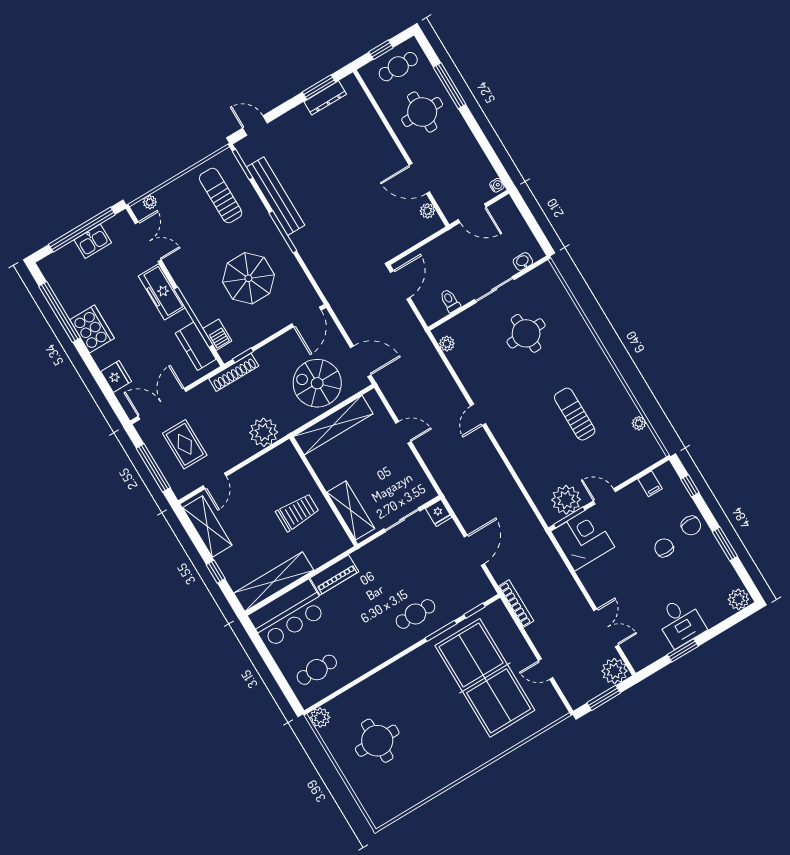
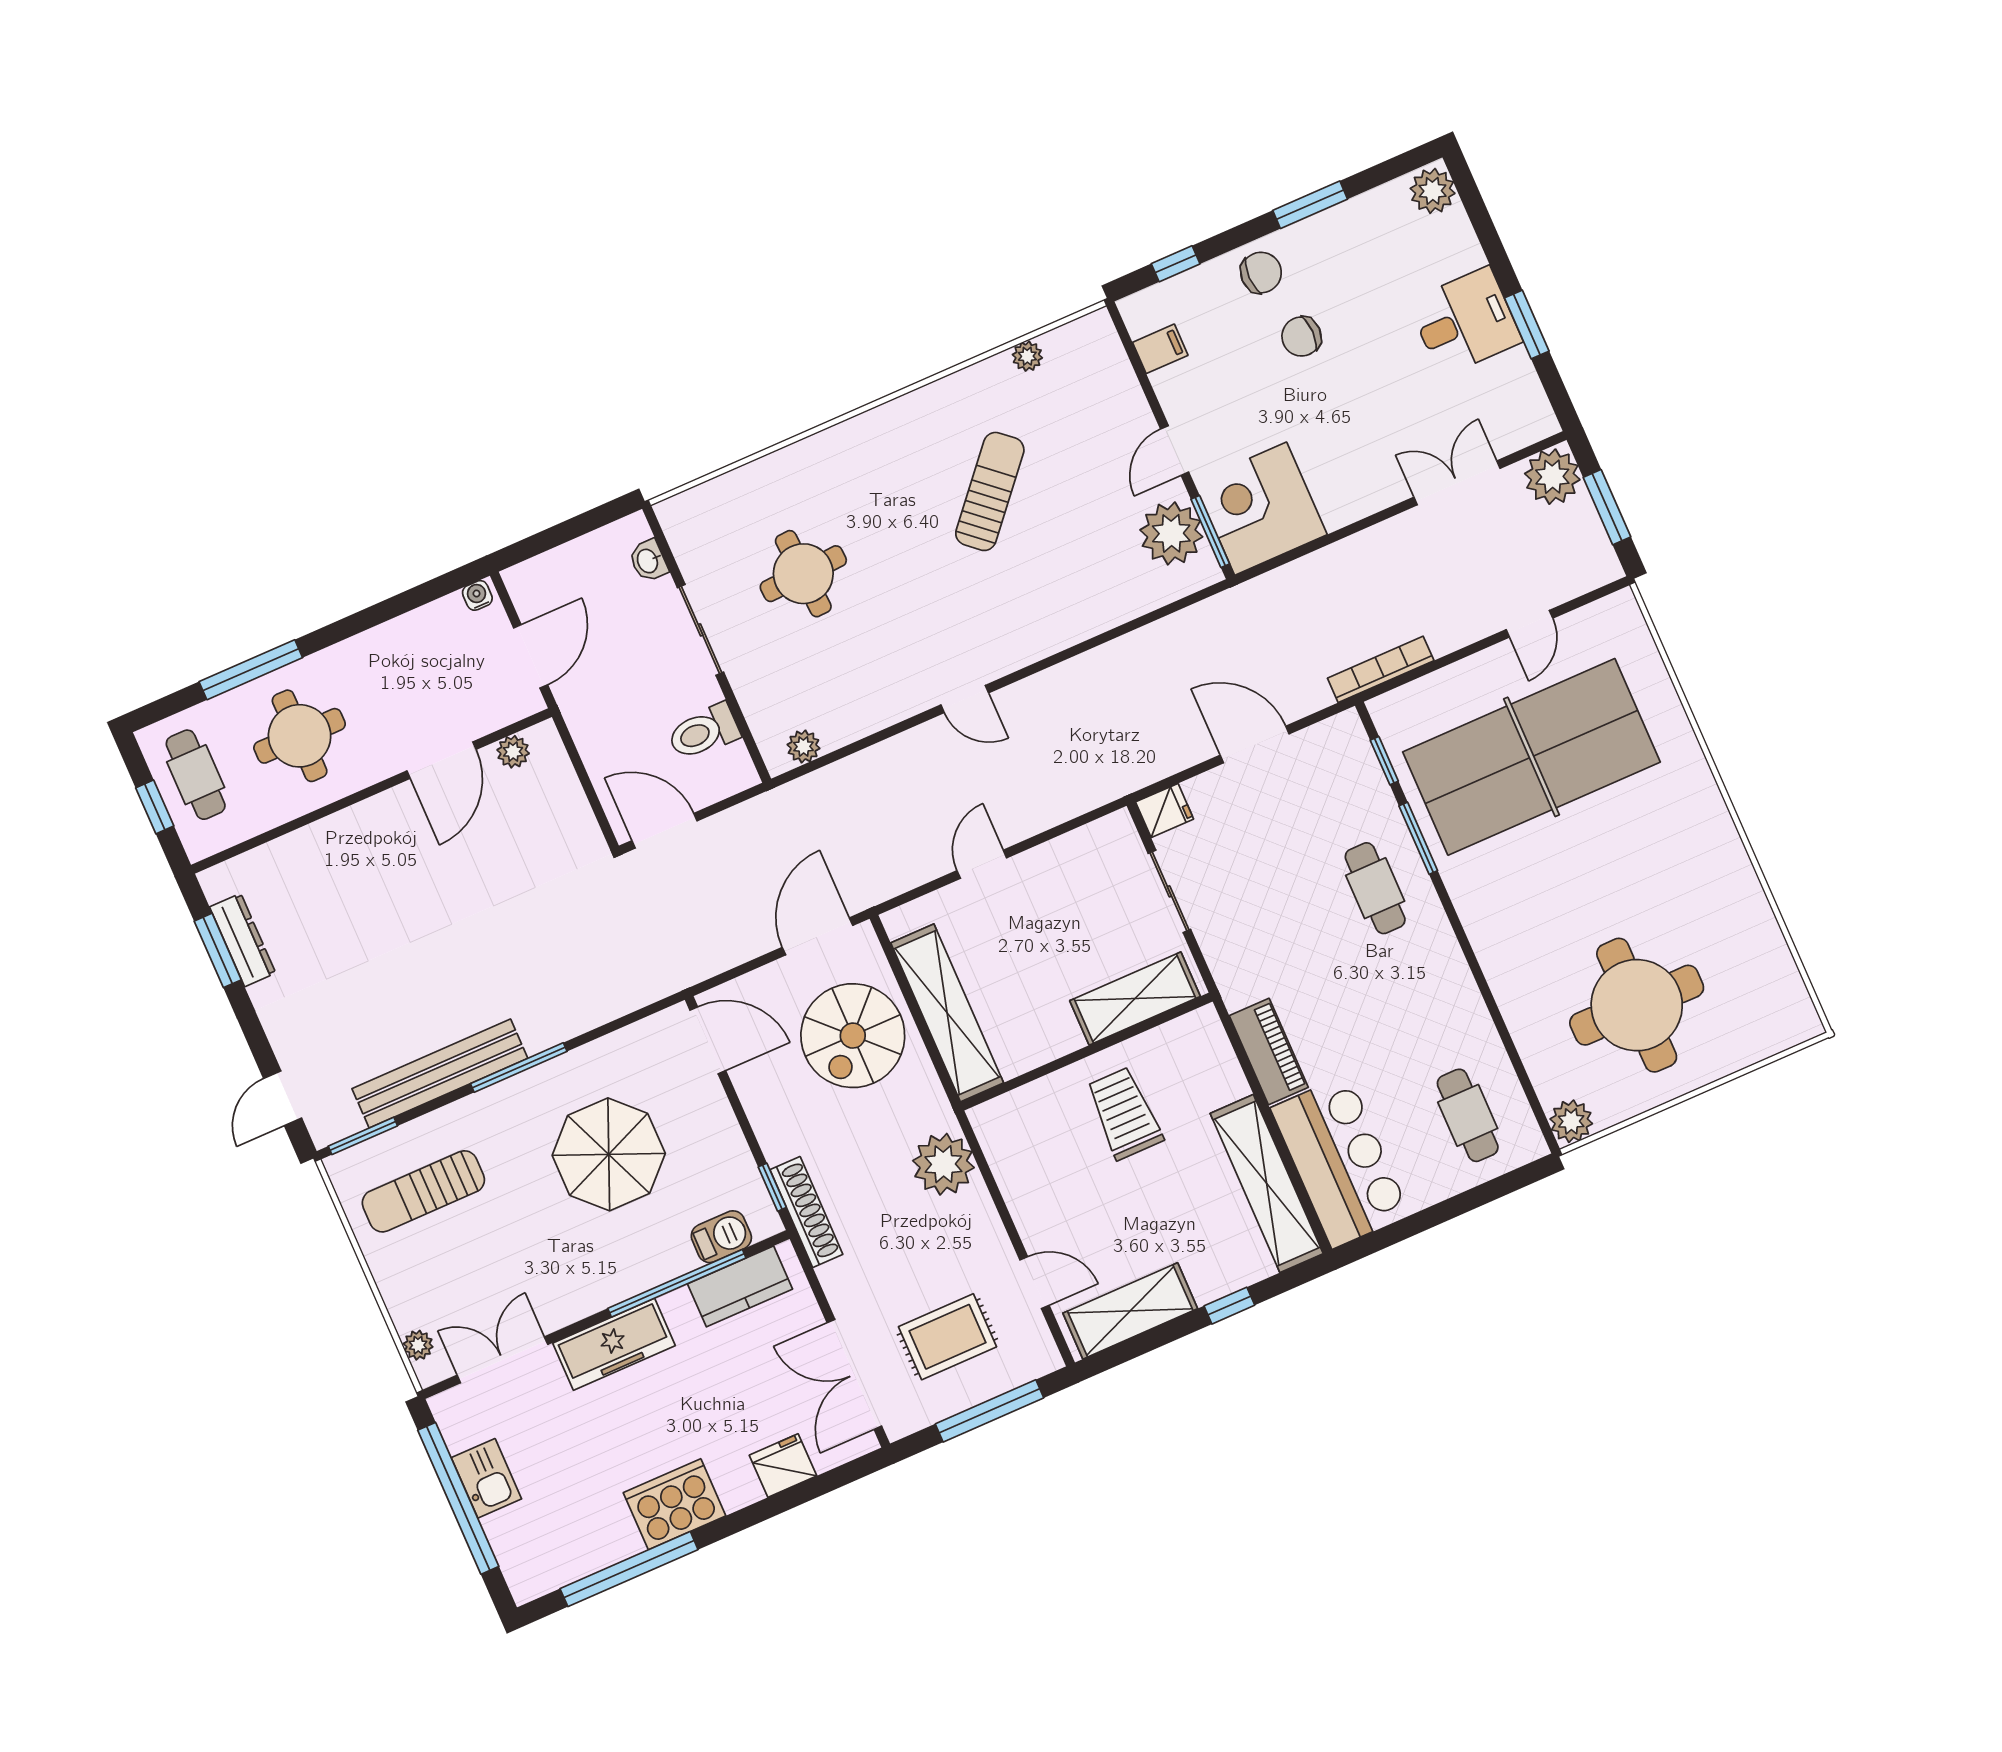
toilet: (450, 301) -> (704, 732), width x1.37, depth x1.39
sun lounger: (575, 414) -> (990, 491), turned 131
round table: (377, 741) -> (1637, 1005), width x1.36, depth x1.36

